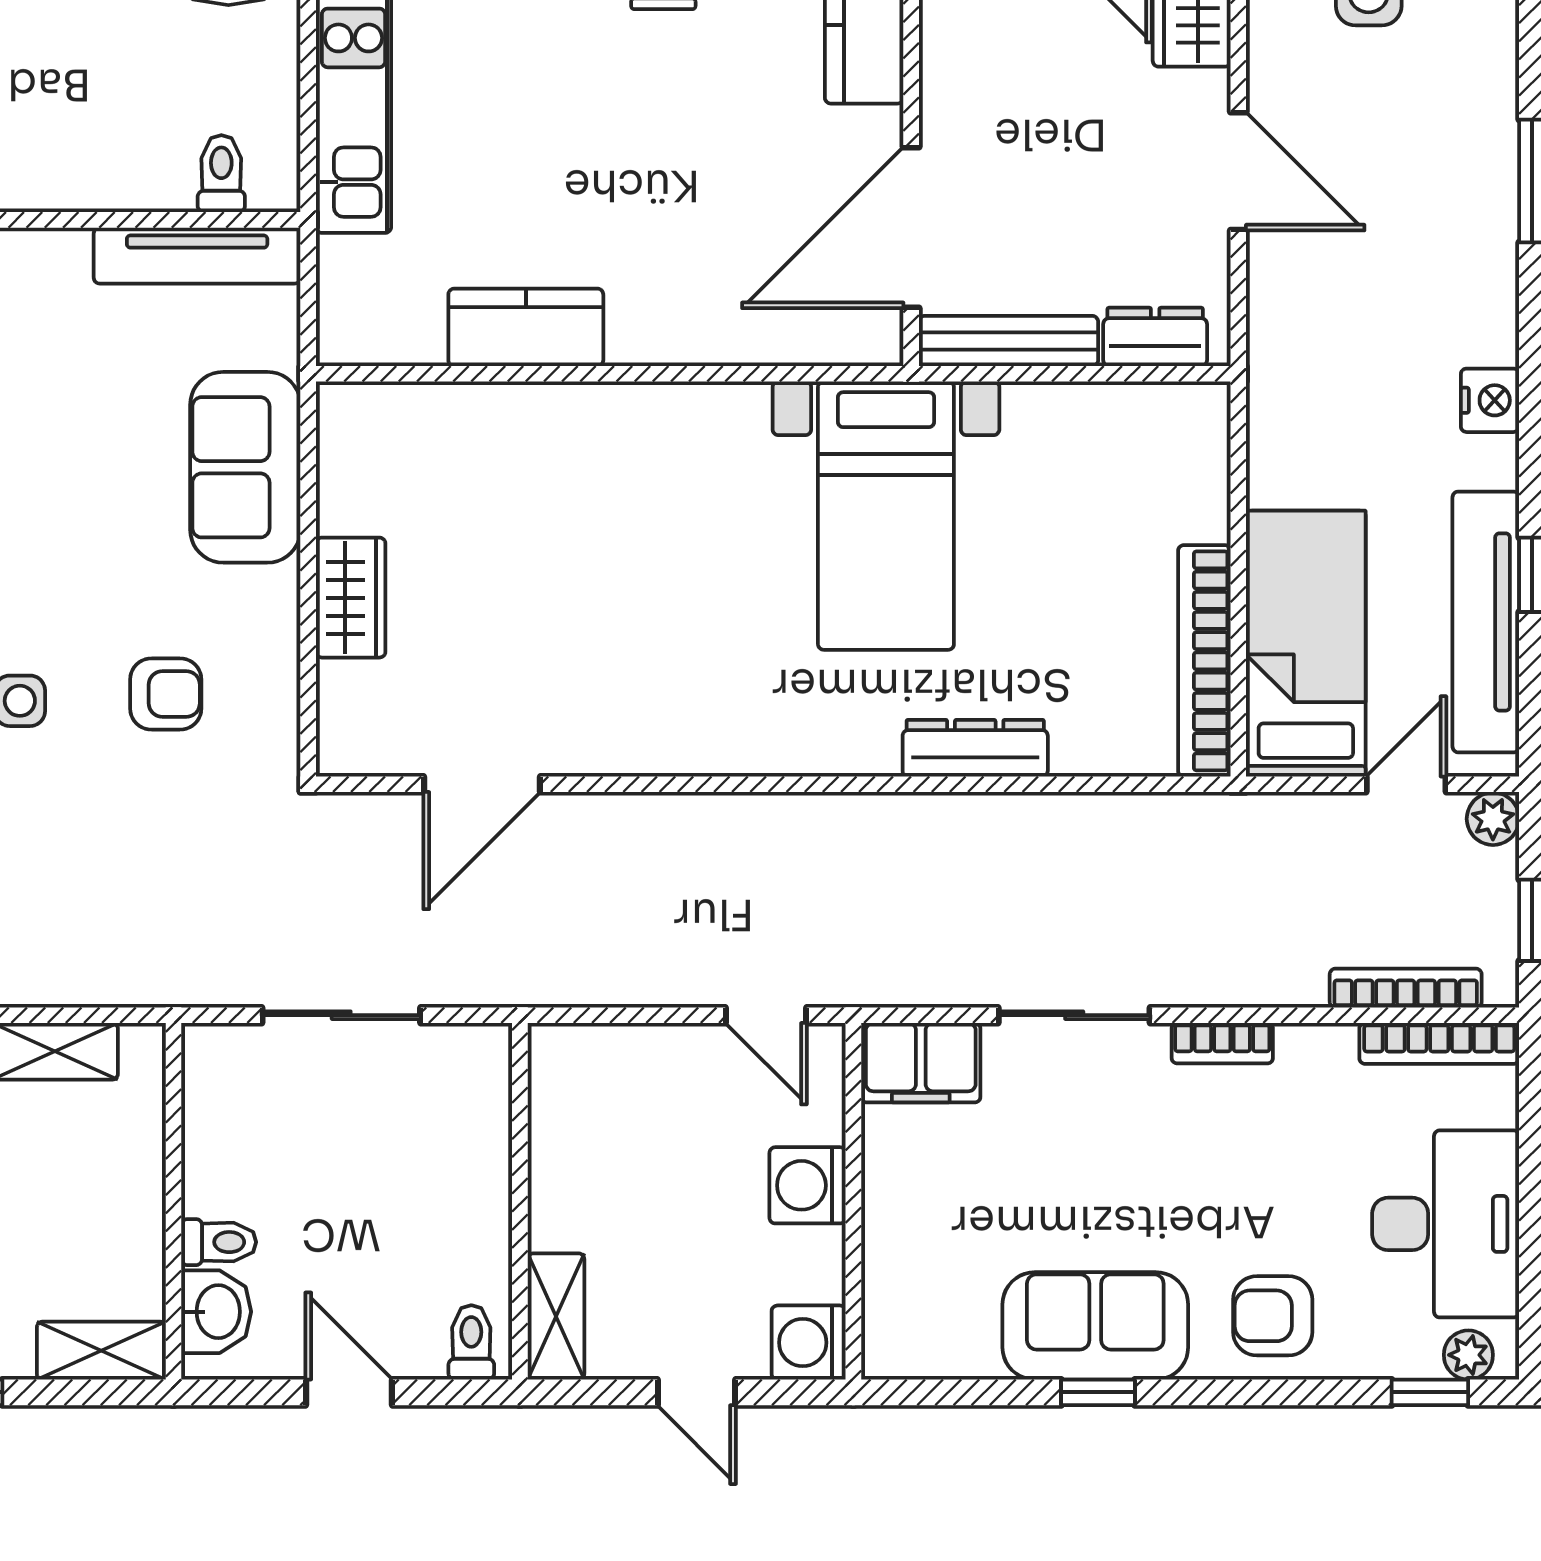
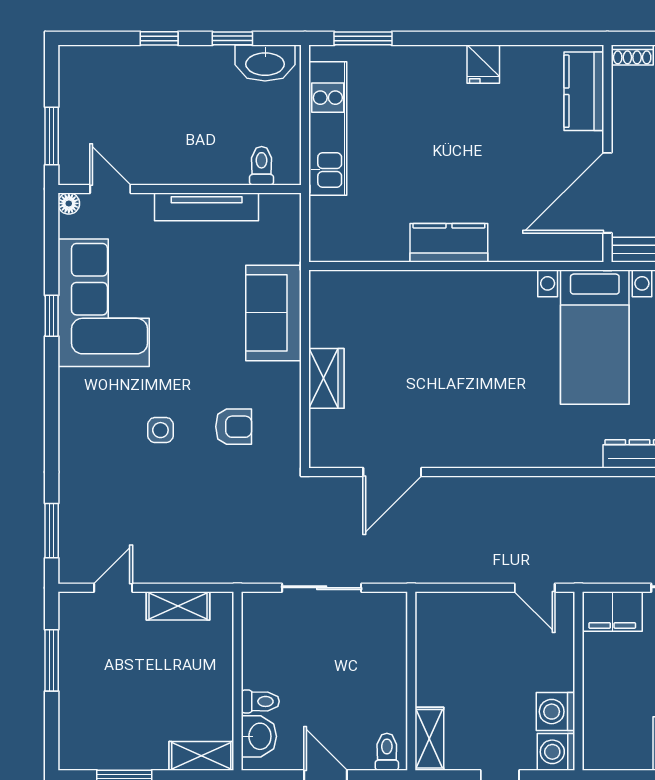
tv unit: (197, 256) -> (207, 207), moved
kitchen counter: (526, 327) -> (449, 243), moved
washing machine: (808, 1185) -> (555, 712), moved

